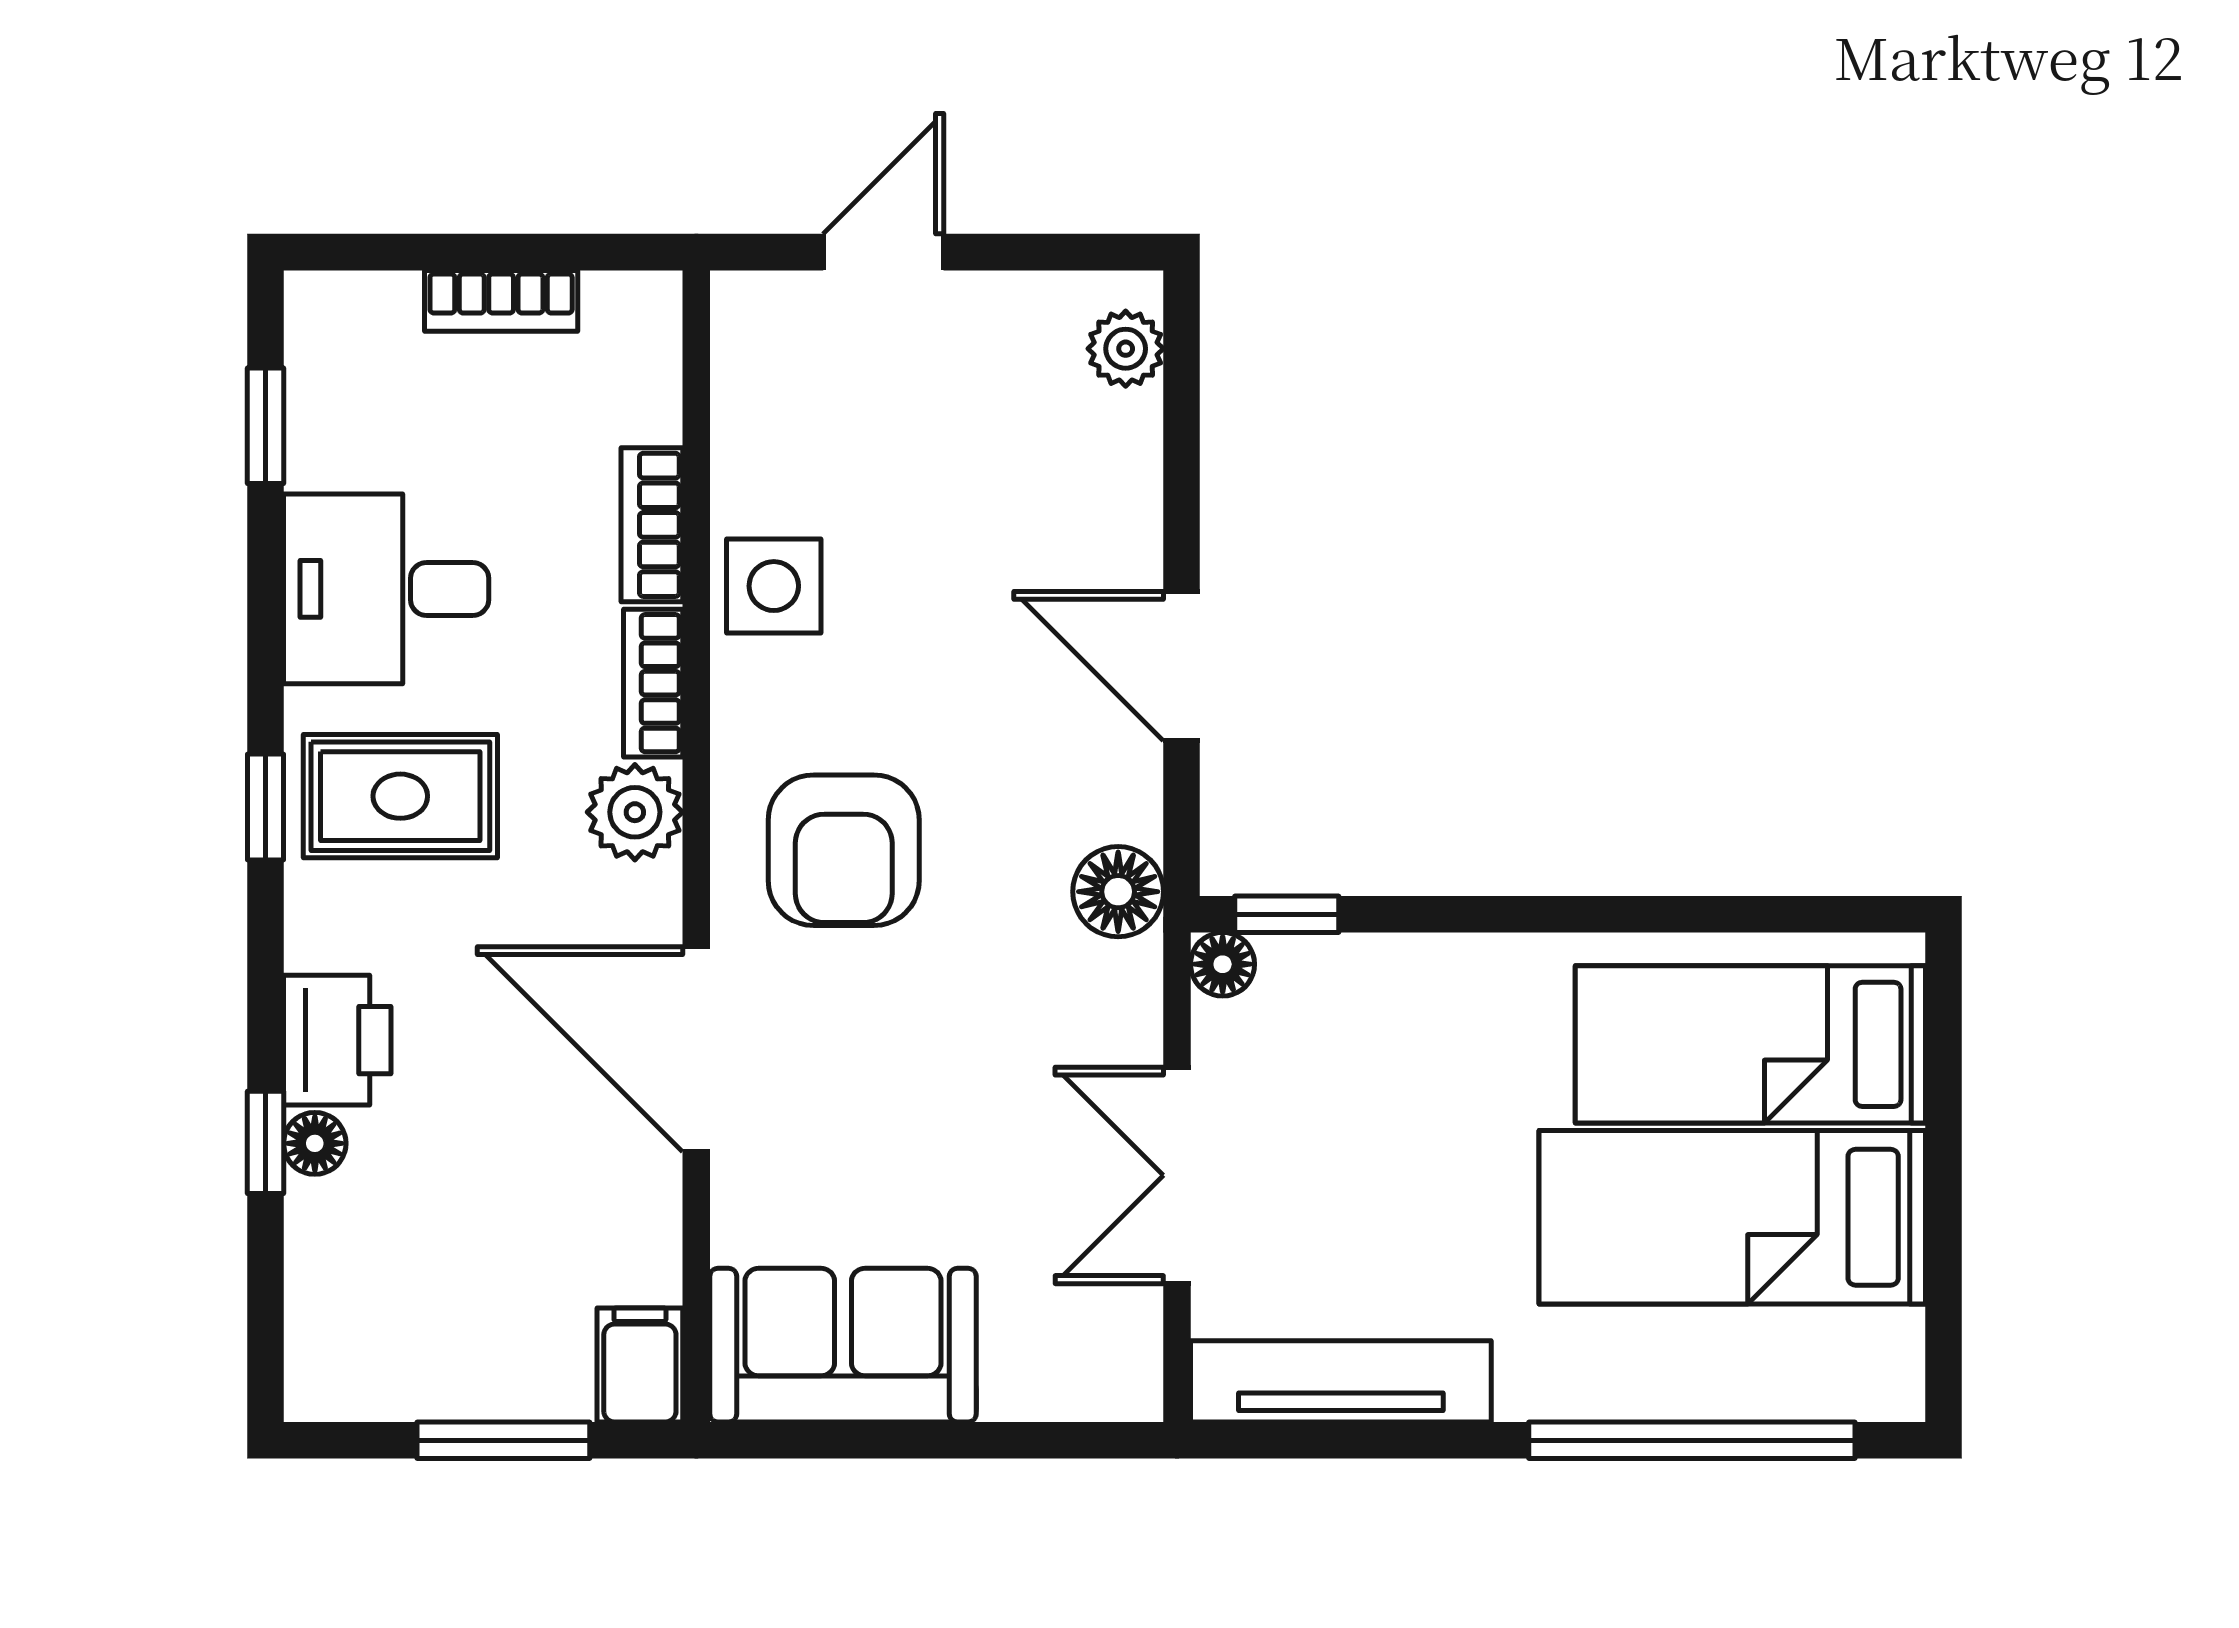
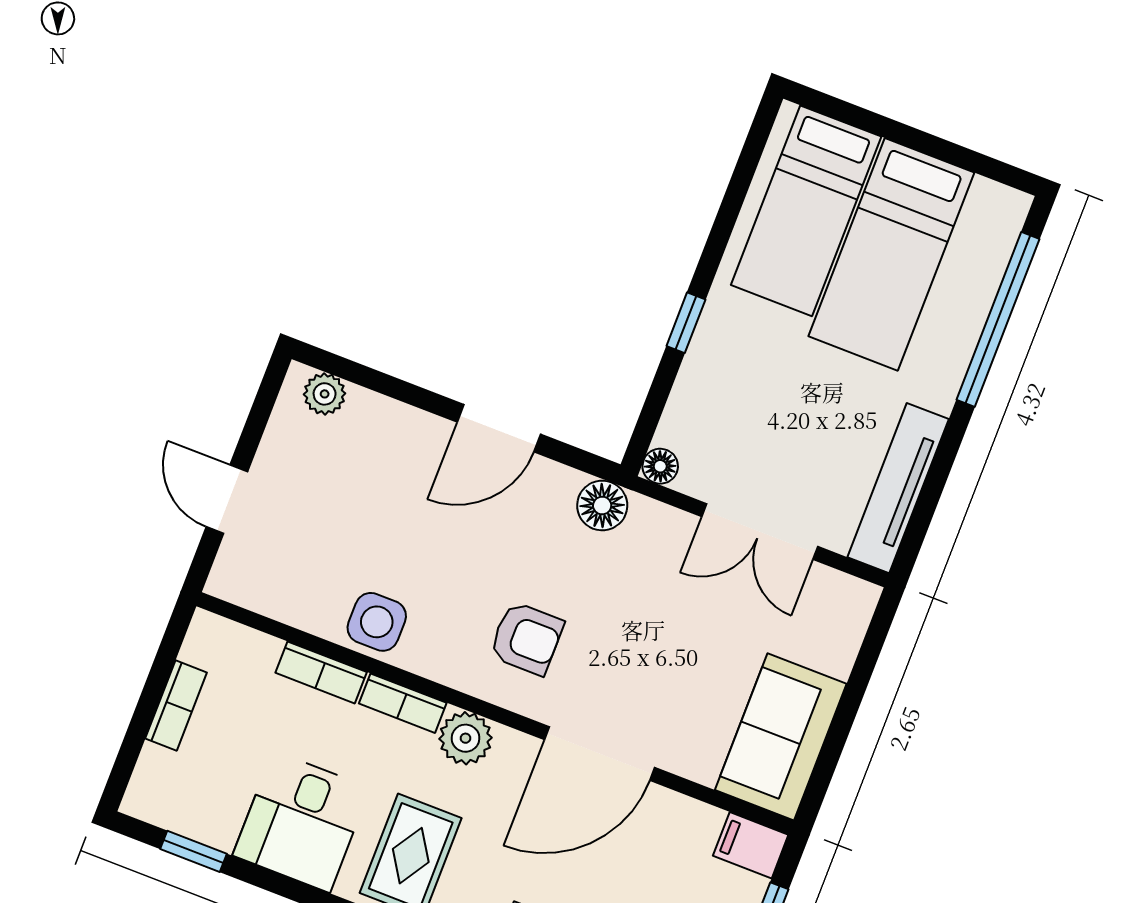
armchair: (844, 850) -> (526, 638), width x0.72, depth x0.72
window: (1287, 914) -> (686, 323), moved

